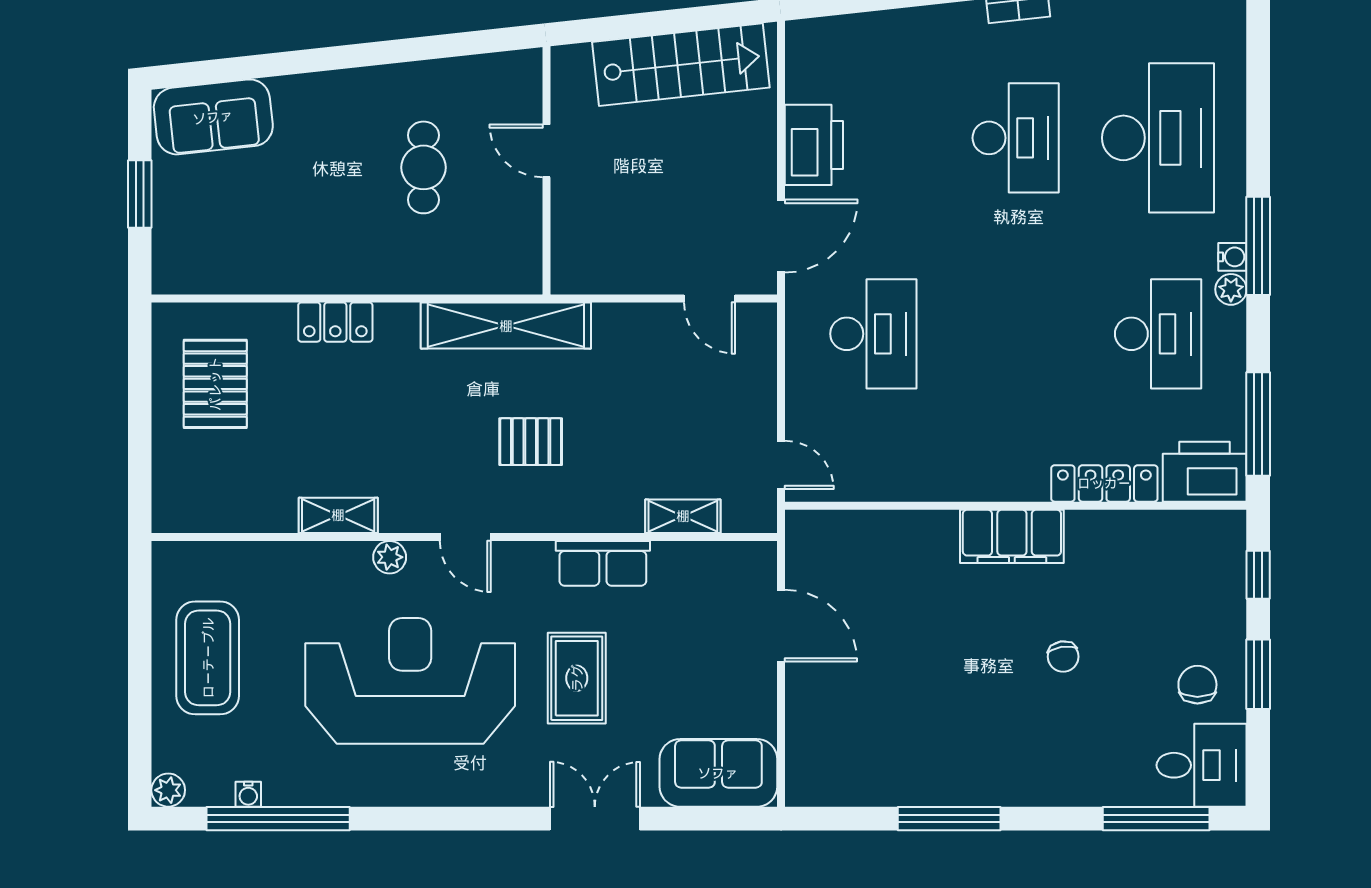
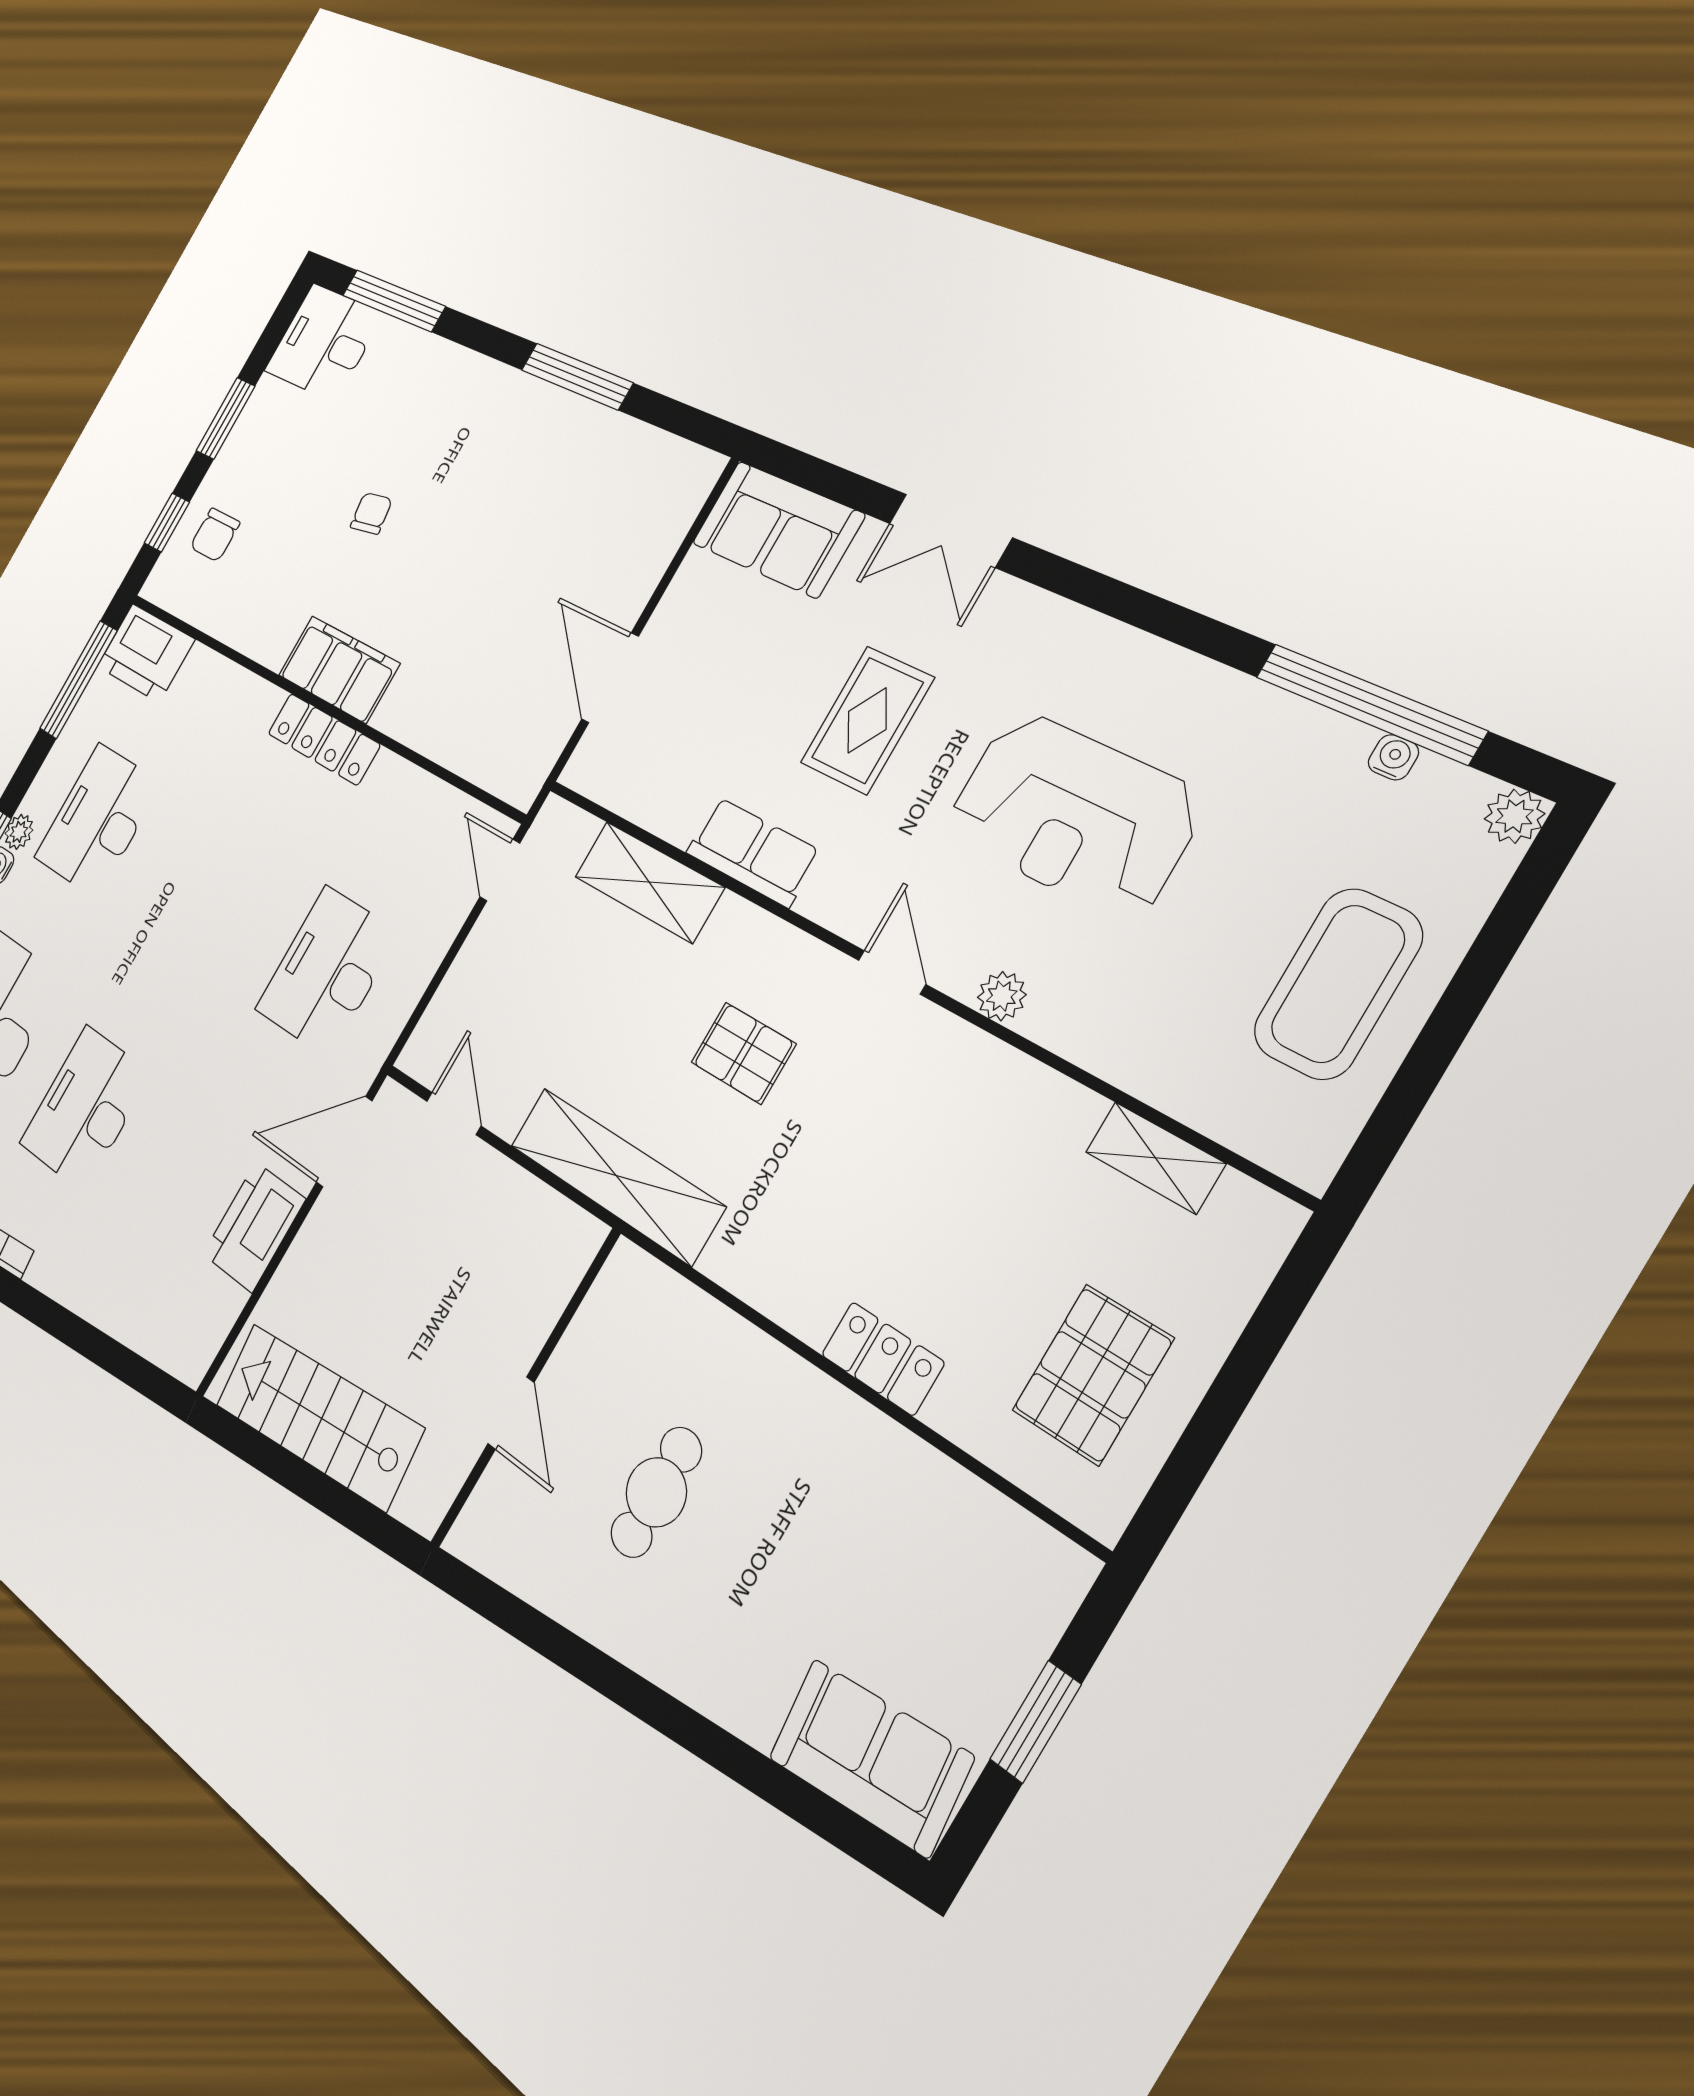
shelving: (506, 326) -> (616, 1176), moved
locker: (1104, 483) -> (324, 739), moved
shelving: (338, 515) -> (1155, 1158), moved
shelving: (683, 516) -> (649, 882), width x1.50, depth x1.33
reception desk: (410, 681) -> (1073, 814), width x0.74, depth x0.77
chair: (1197, 685) -> (215, 535), moved

